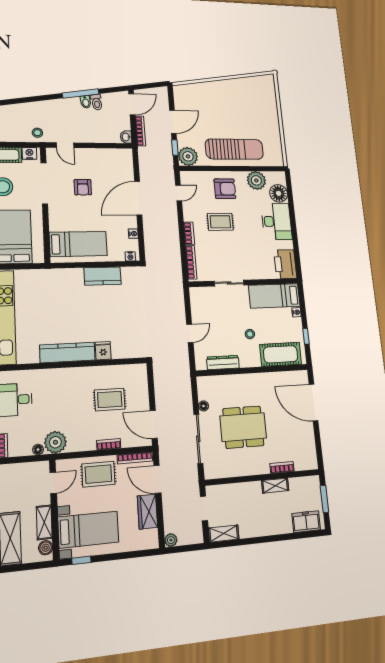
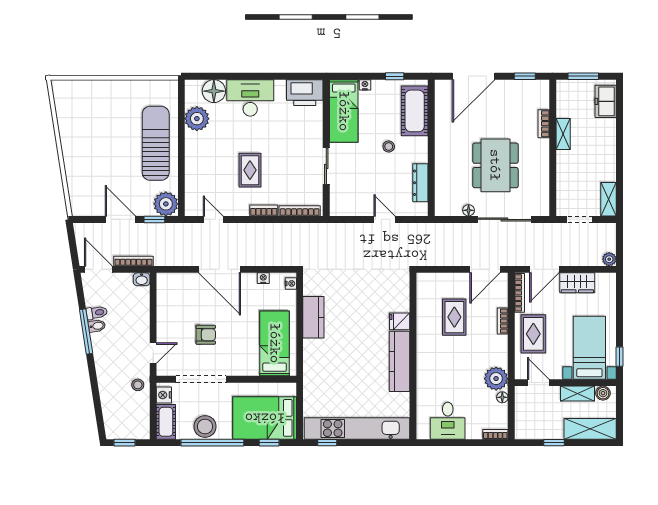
armchair: (225, 189) -> (208, 160), removed
window: (319, 447) -> (525, 76), added

